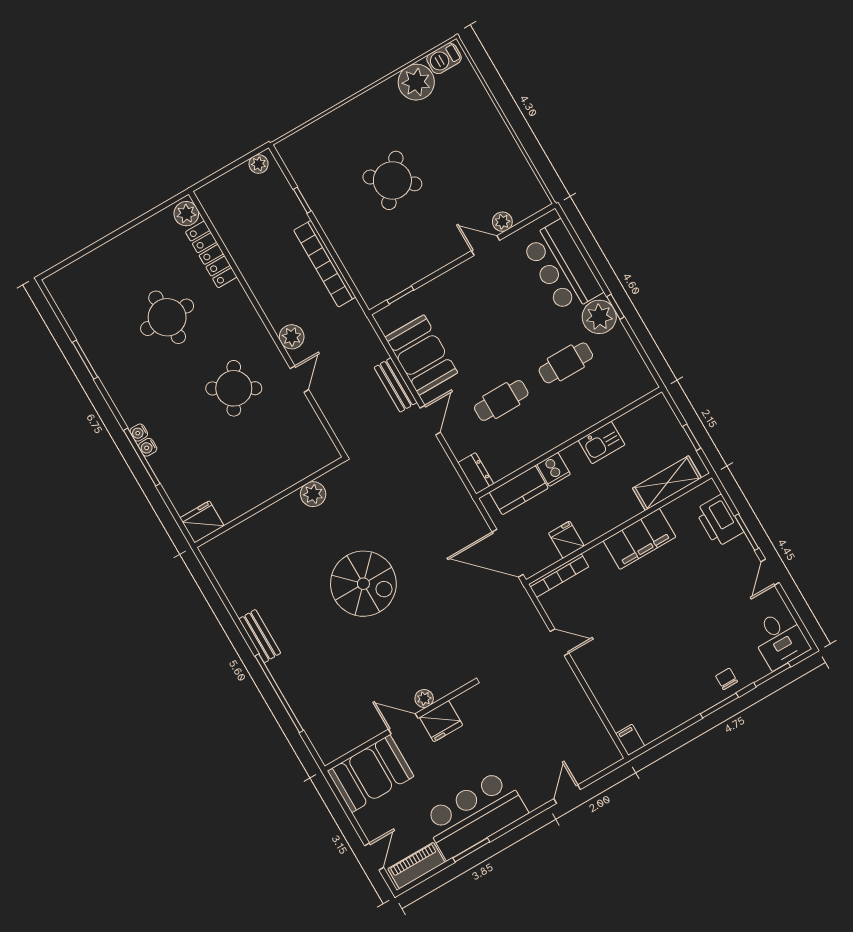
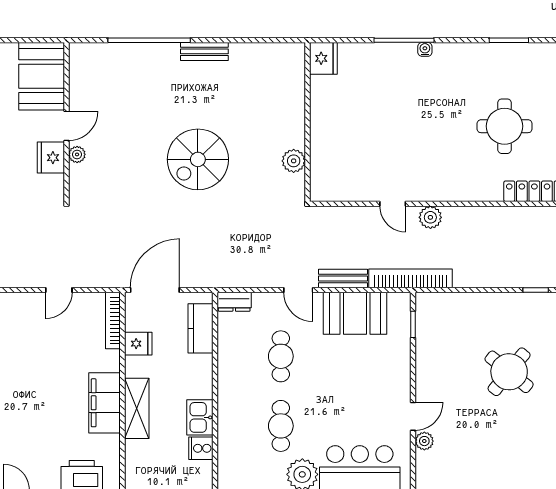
bookcase: (325, 264) -> (411, 278), moved
round table: (234, 388) -> (416, 147), removed
water cooler: (148, 447) -> (409, 50), removed
cooker: (554, 469) -> (201, 448), moved
shelving: (667, 483) -> (137, 408), moved

